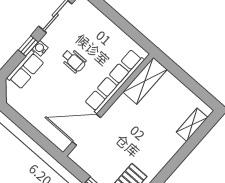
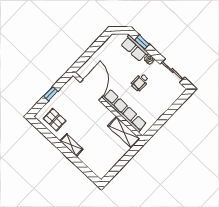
window: (28, 46) -> (142, 42), moved
shelving: (192, 125) -> (71, 145), moved

